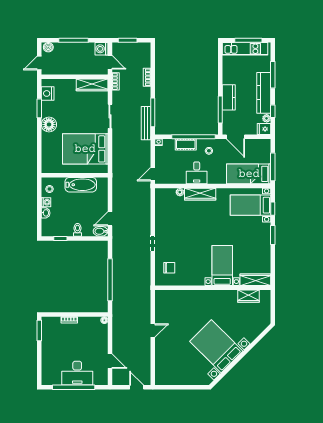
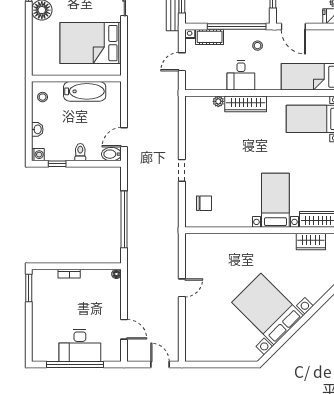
cot: (186, 144) -> (210, 37), moved
door: (153, 174) -> (182, 62), moved
washing machine: (46, 202) -> (38, 155), moved

